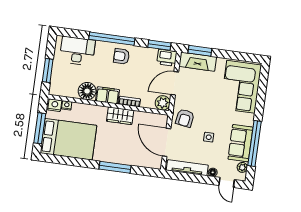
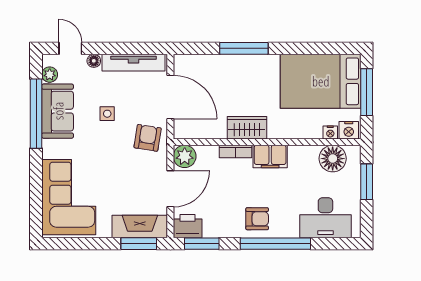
floor lamp: (87, 91) -> (333, 159), moved

